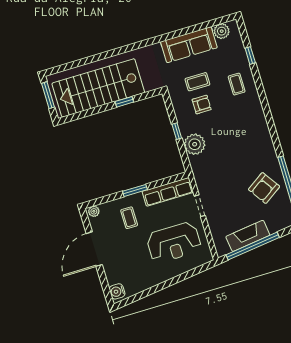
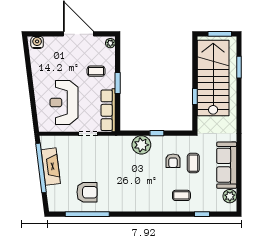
window: (78, 63) -> (239, 67), added
armchair: (264, 188) -> (87, 192), turned 124

